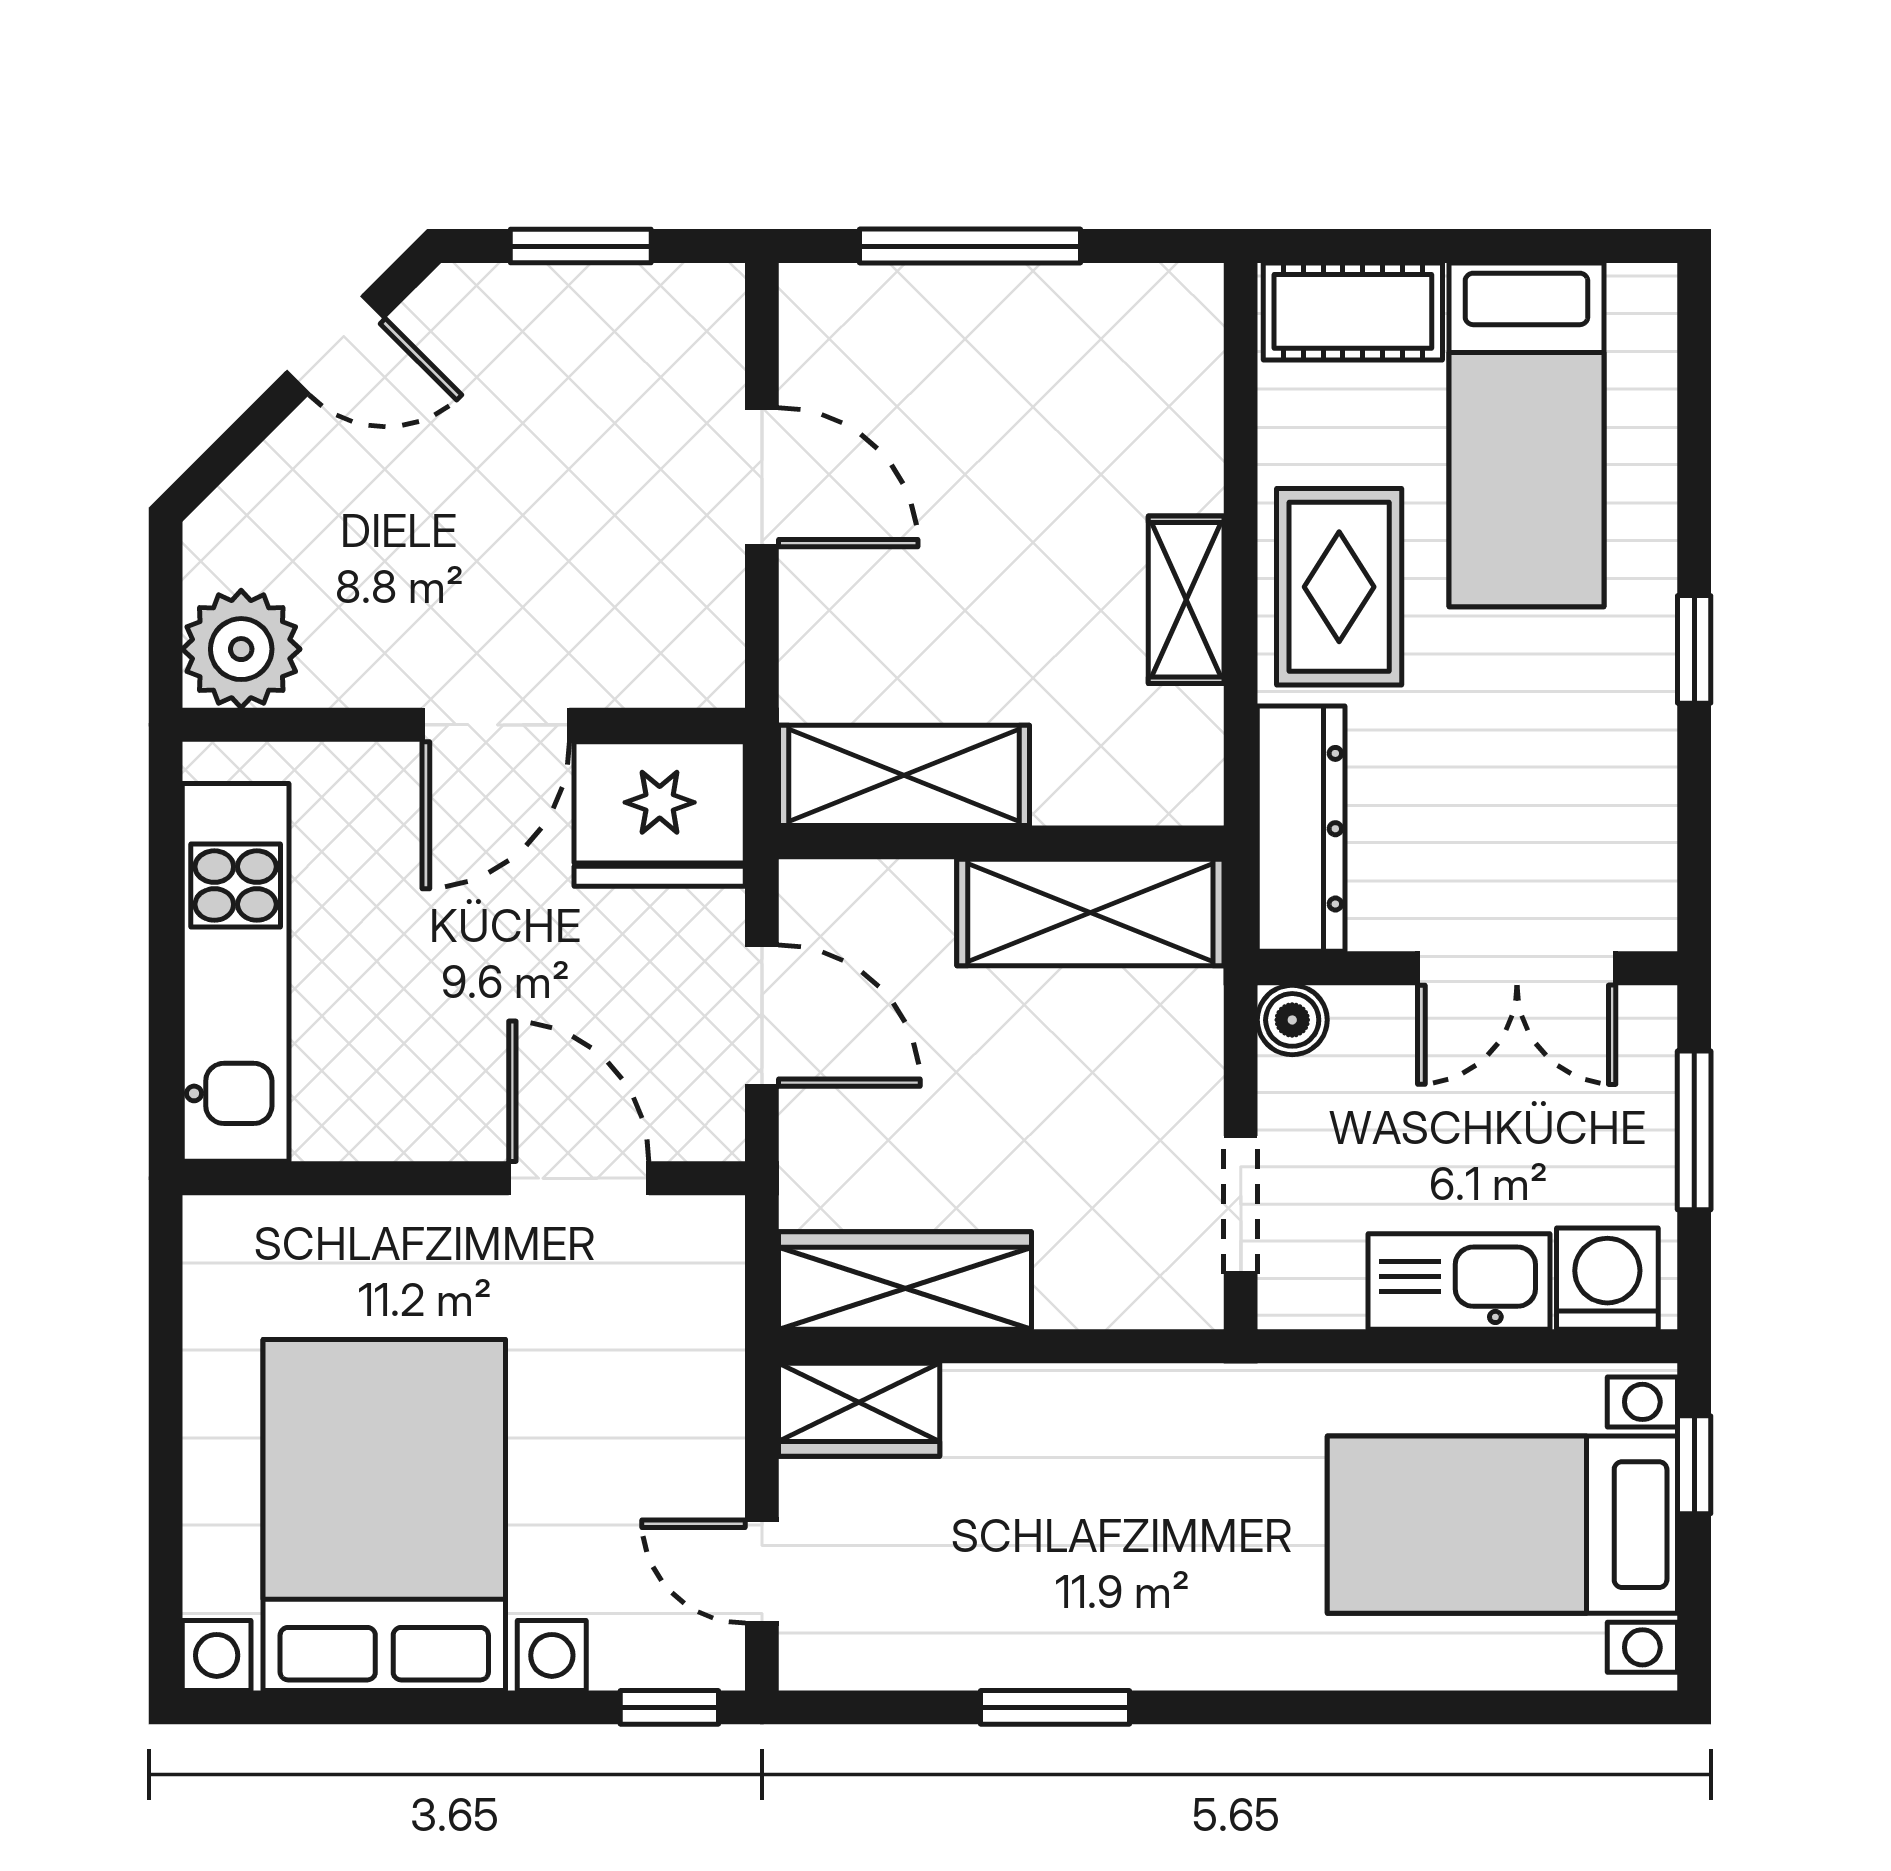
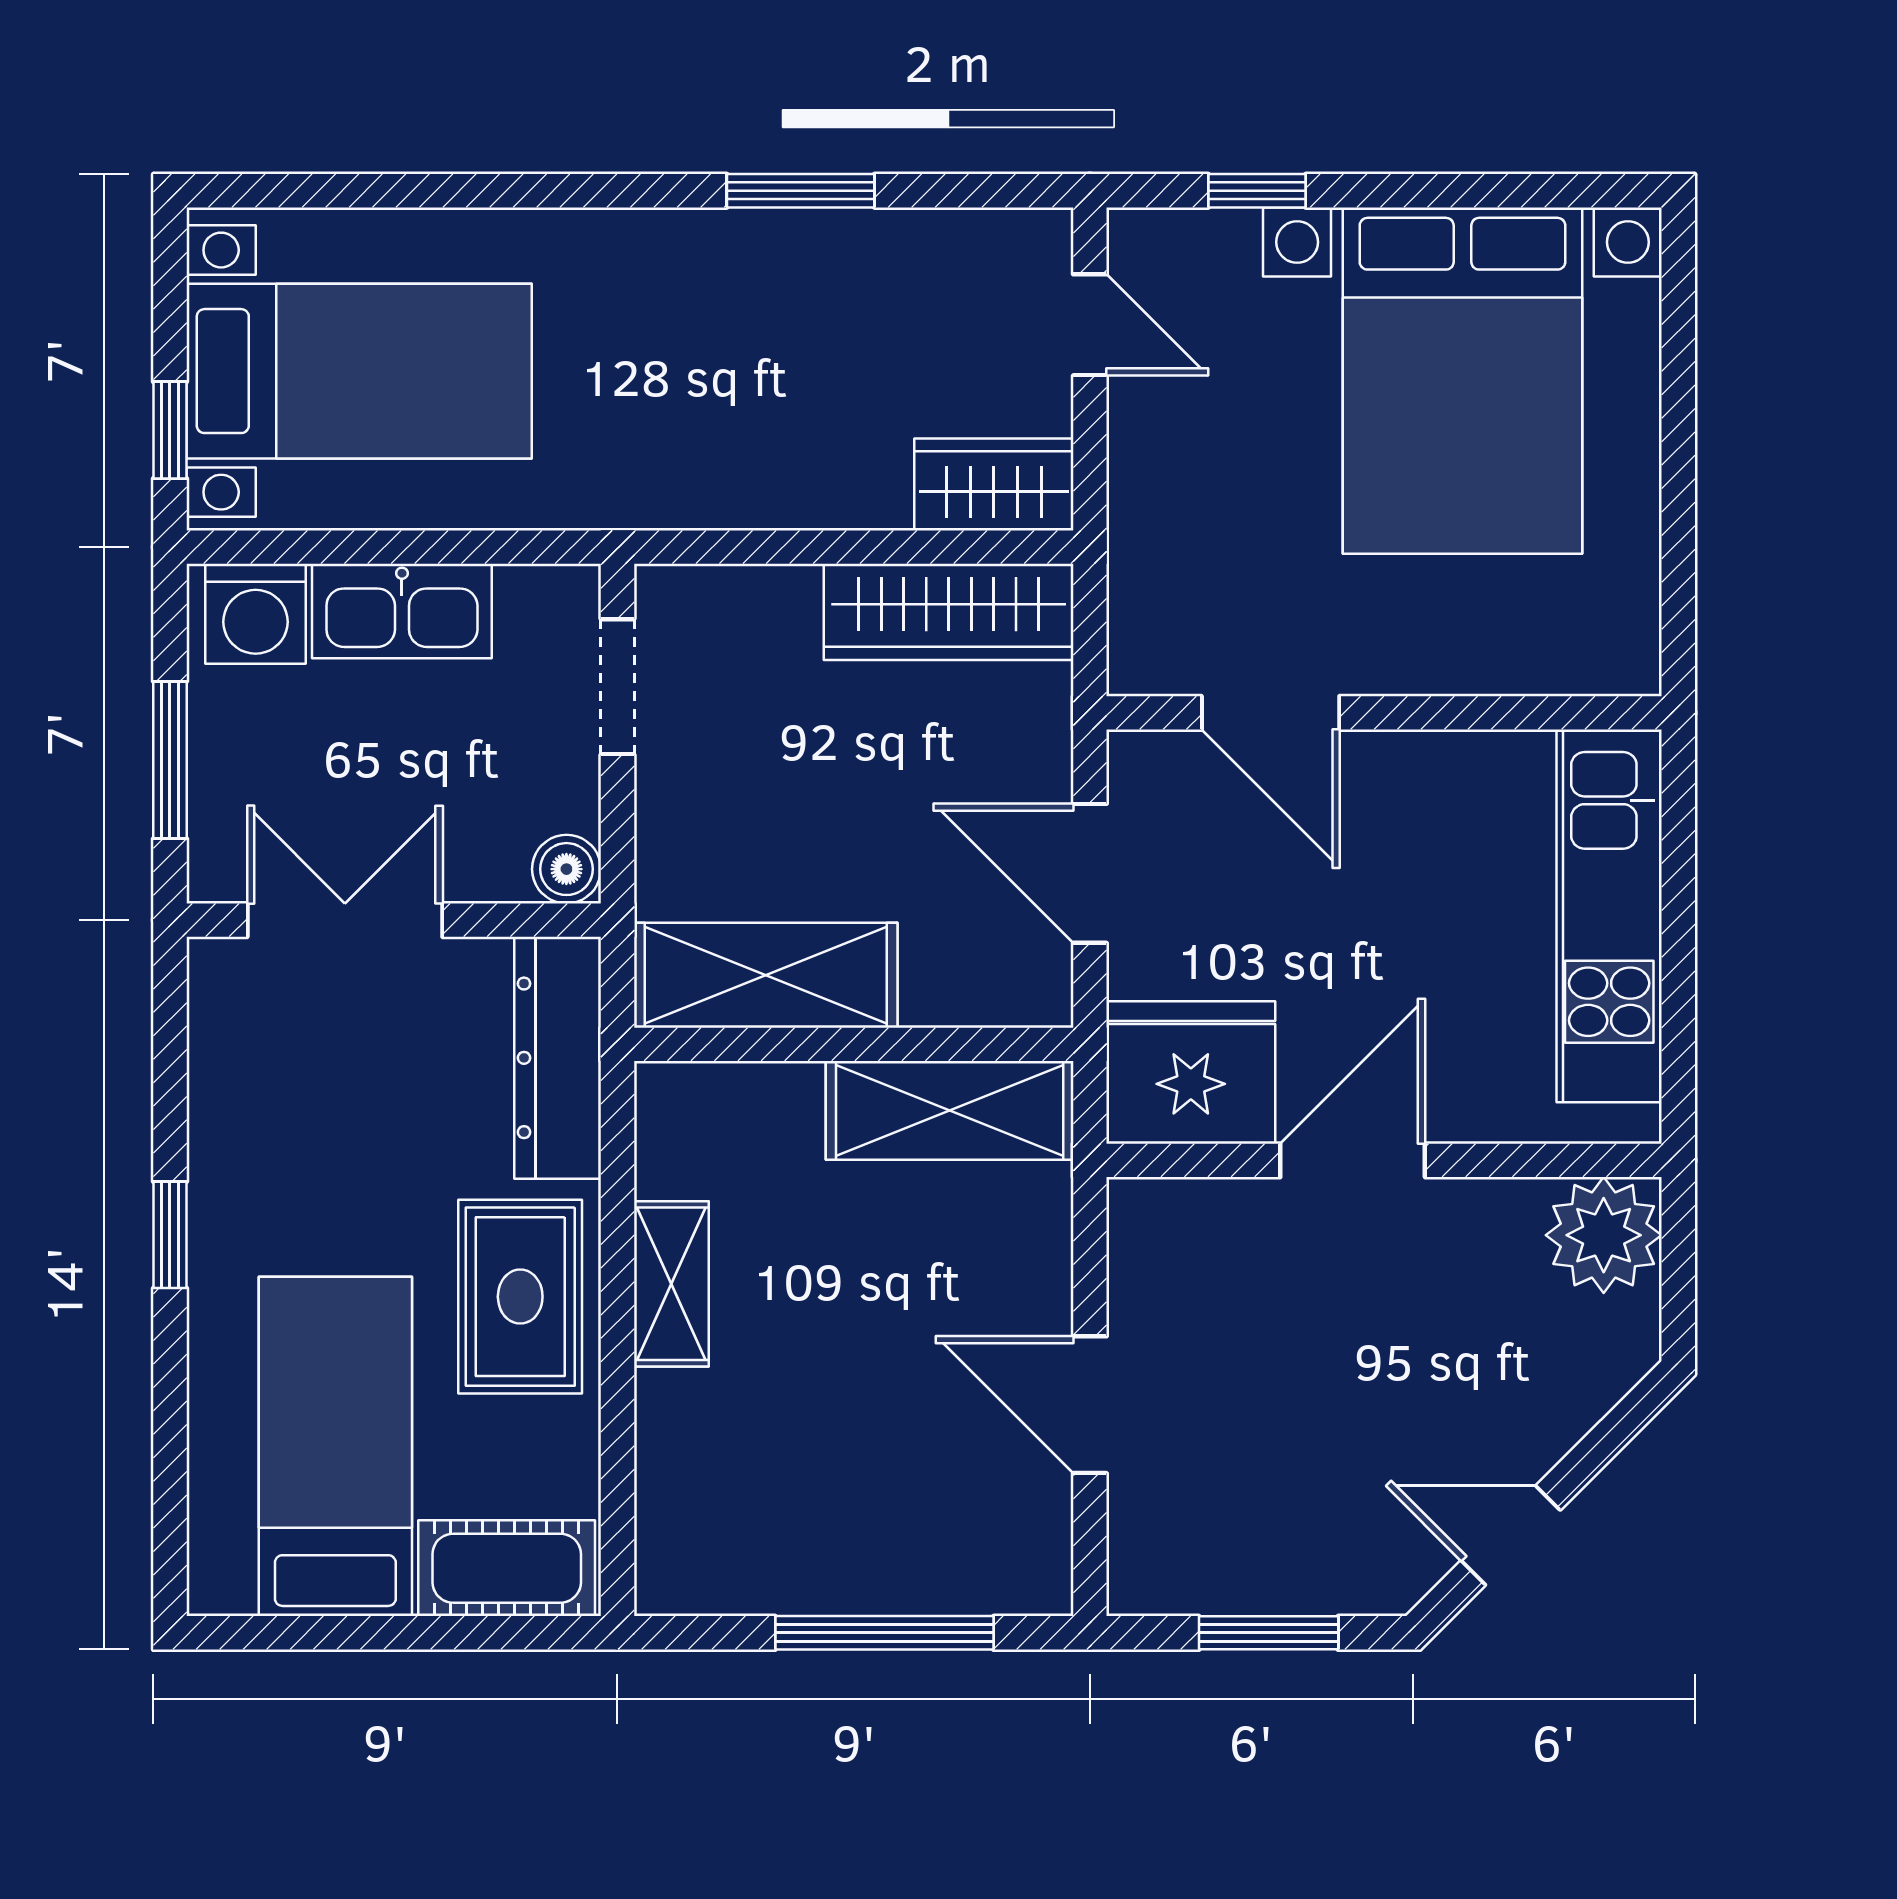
window: (669, 1707) -> (1257, 191), moved

